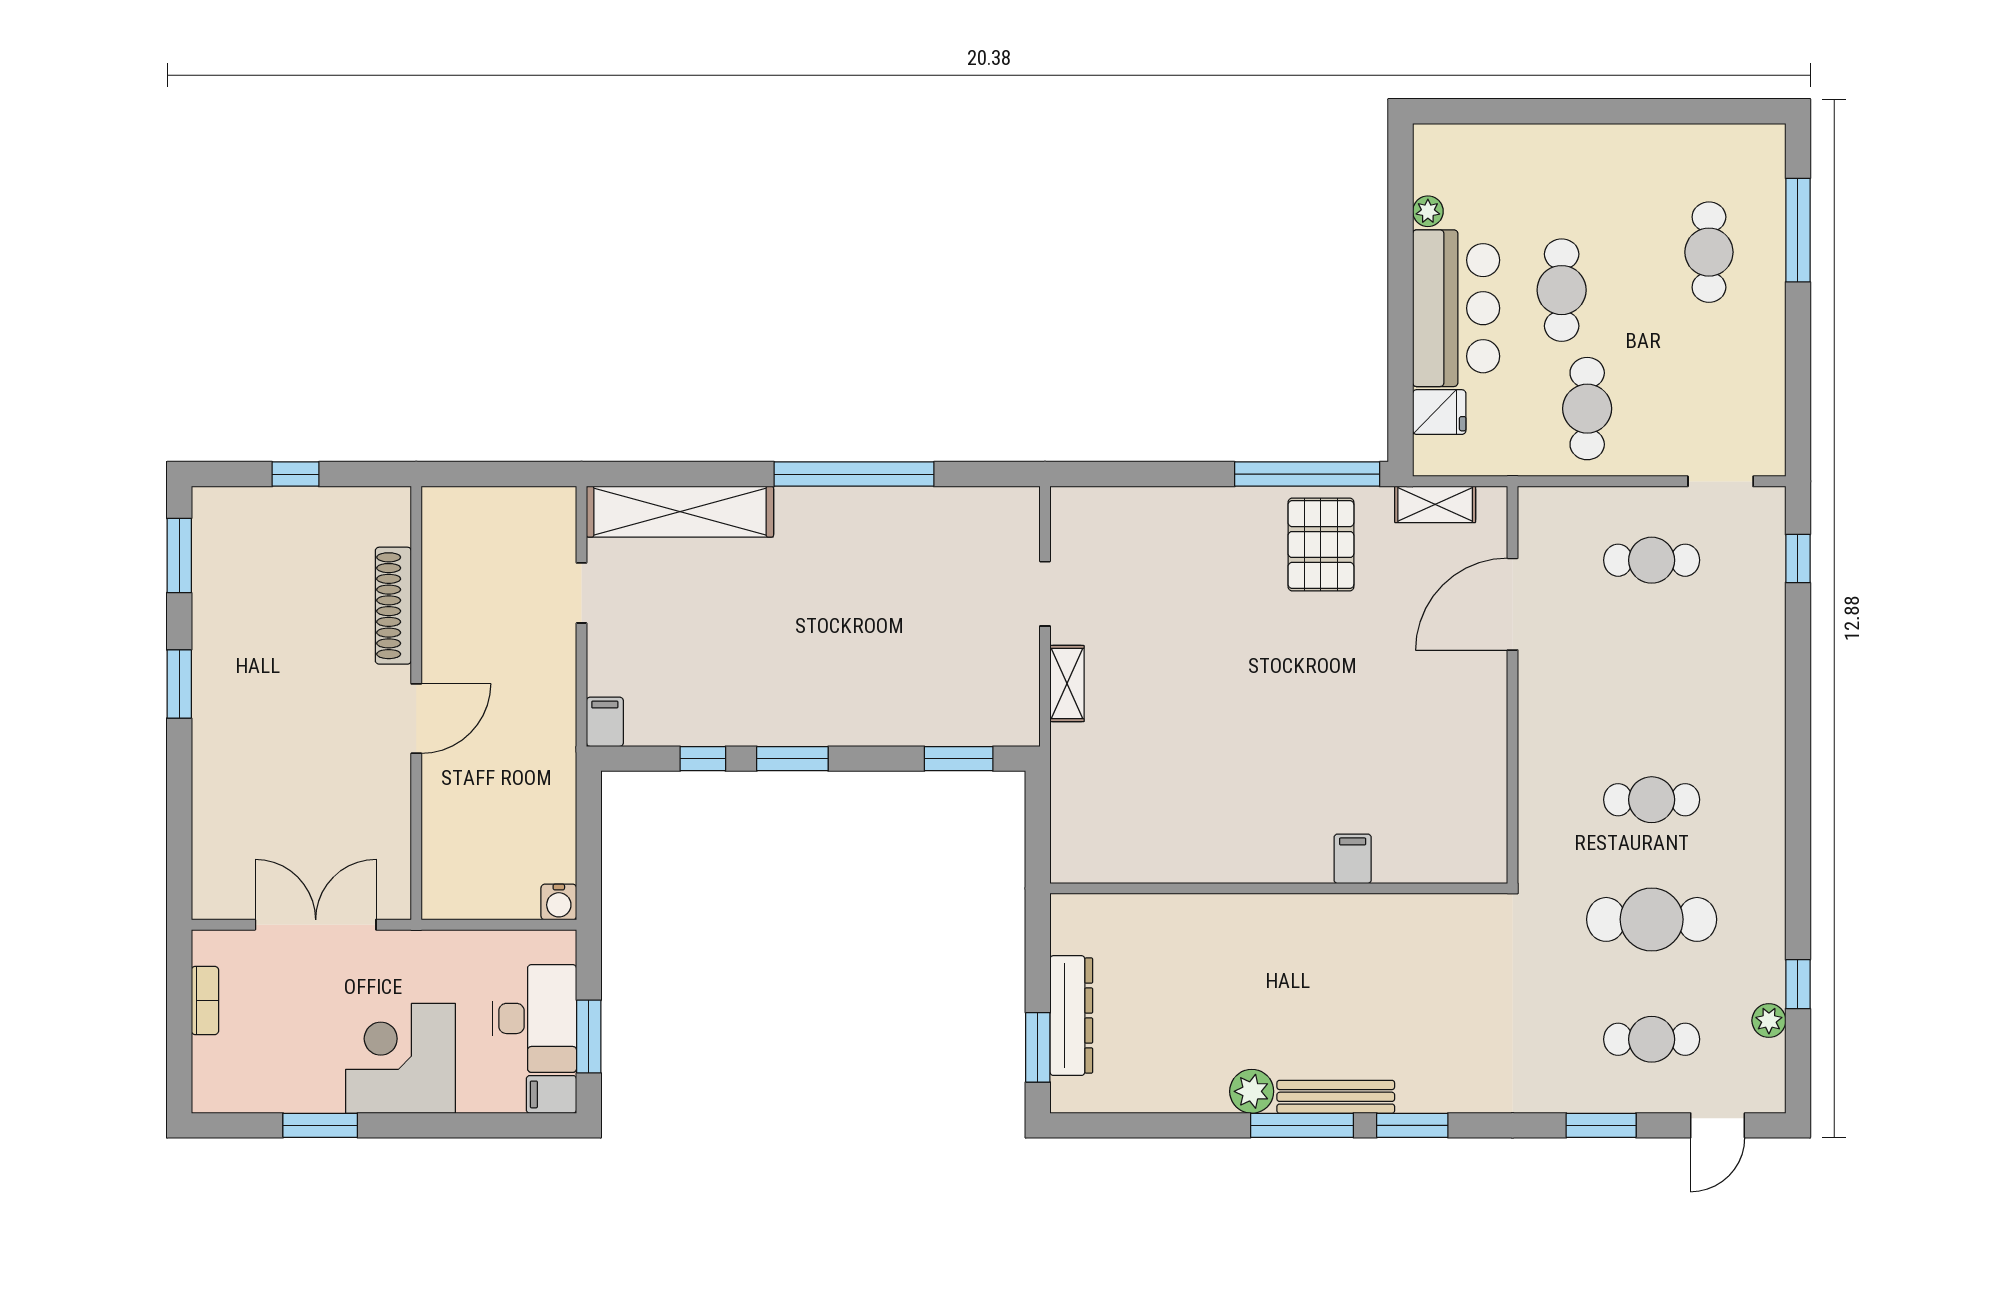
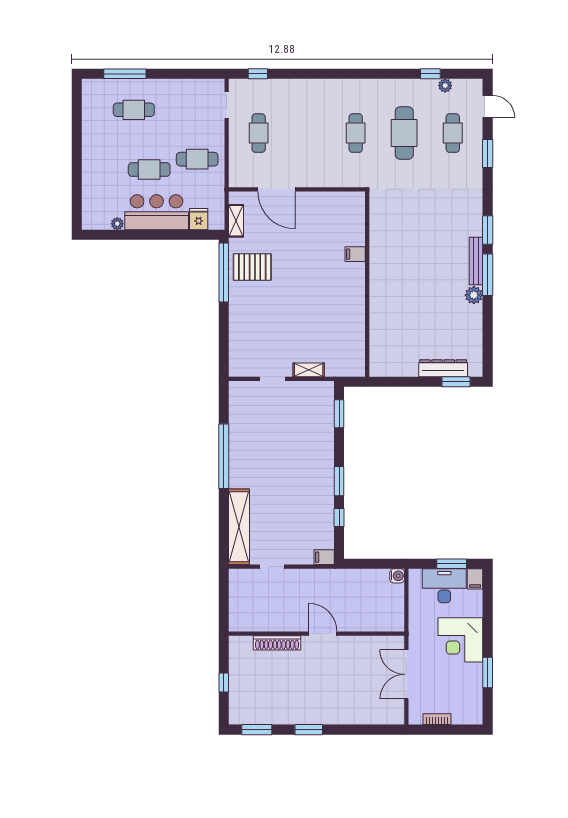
filing cabinet: (1353, 859) -> (355, 254), moved
wall: (1279, 888) -> (367, 284), moved

